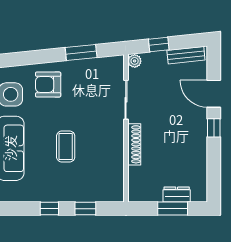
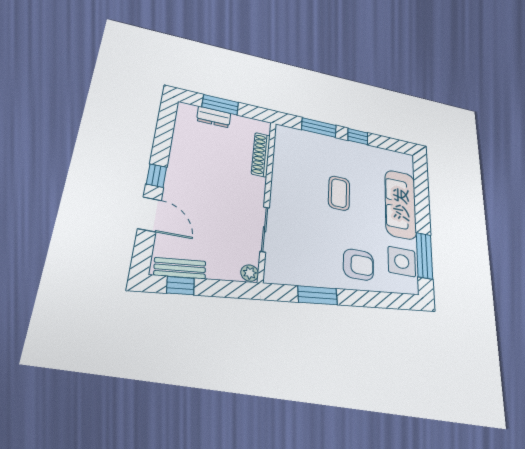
window: (159, 44) -> (180, 286), moved
shoe rack: (134, 144) -> (261, 155), moved
window: (85, 209) -> (319, 128), width x1.50

